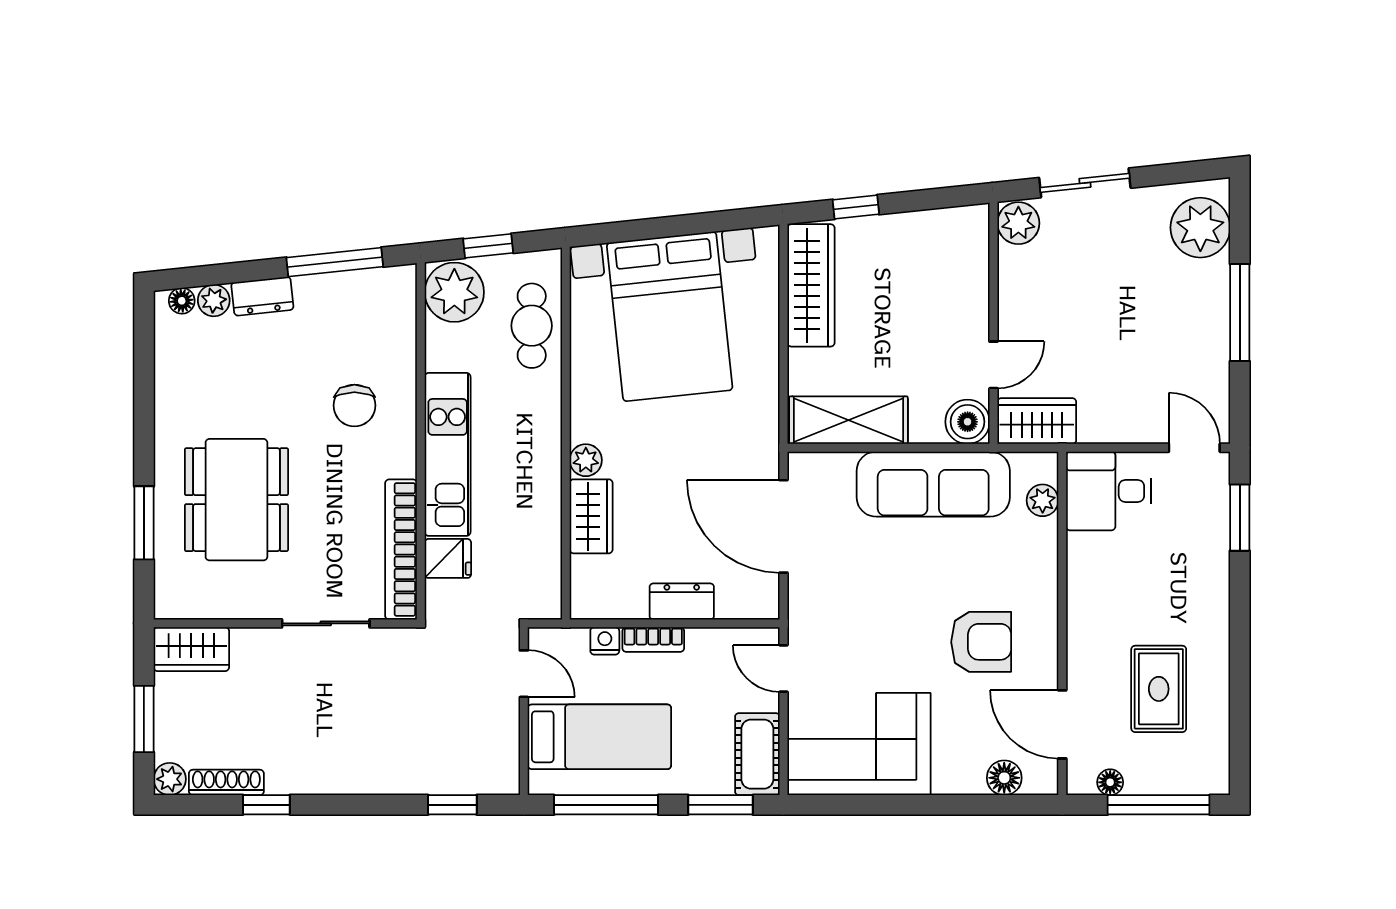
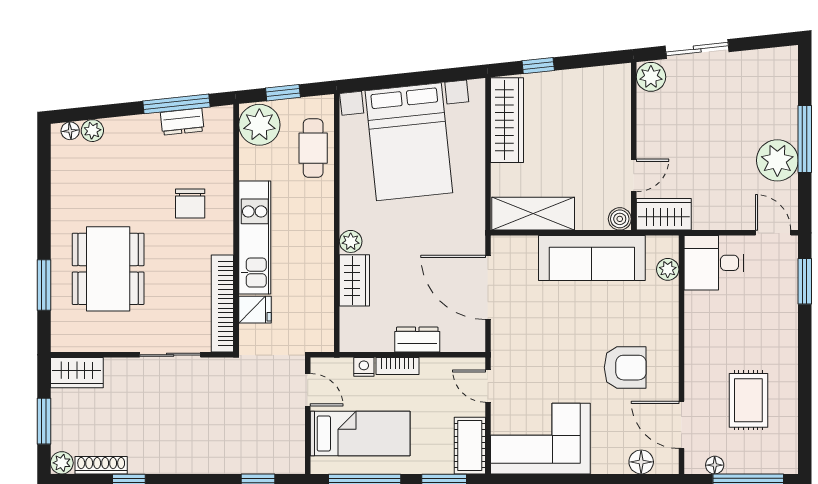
plant: (1200, 228) -> (777, 160), moved
dresser: (262, 296) -> (182, 122), moved
boiler: (968, 422) -> (620, 219), width x0.73, depth x0.73

